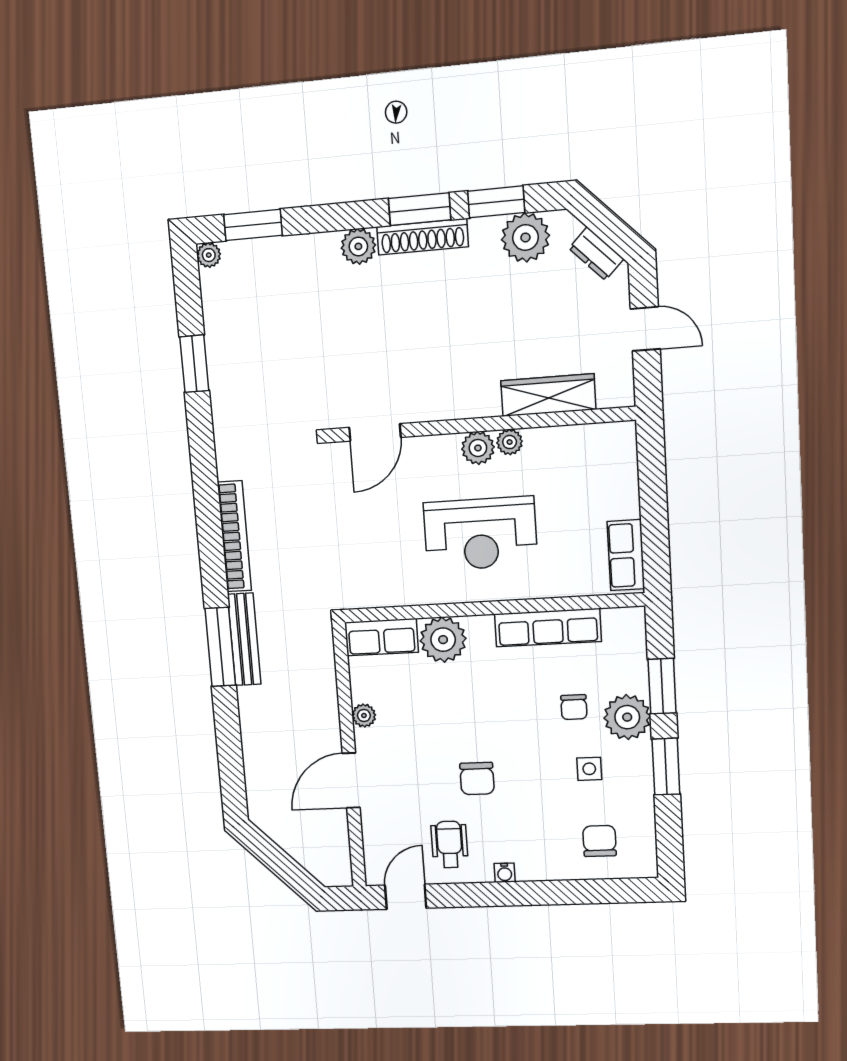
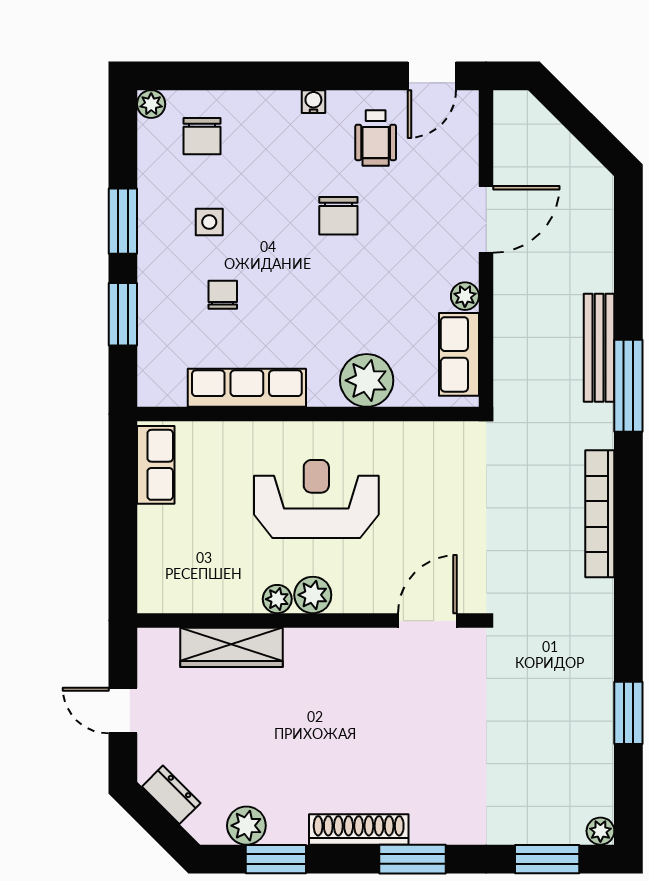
window: (420, 209) -> (412, 859), moved
plant: (525, 237) -> (246, 826), width x0.73, depth x0.73
plant: (358, 246) -> (431, 825), removed
row of seats: (382, 637) -> (459, 354), moved, turned -90
bench: (244, 639) -> (599, 348), moved
plant: (627, 717) -> (151, 104), moved, width x0.53, depth x0.53
chair: (477, 778) -> (338, 216), turned 180

